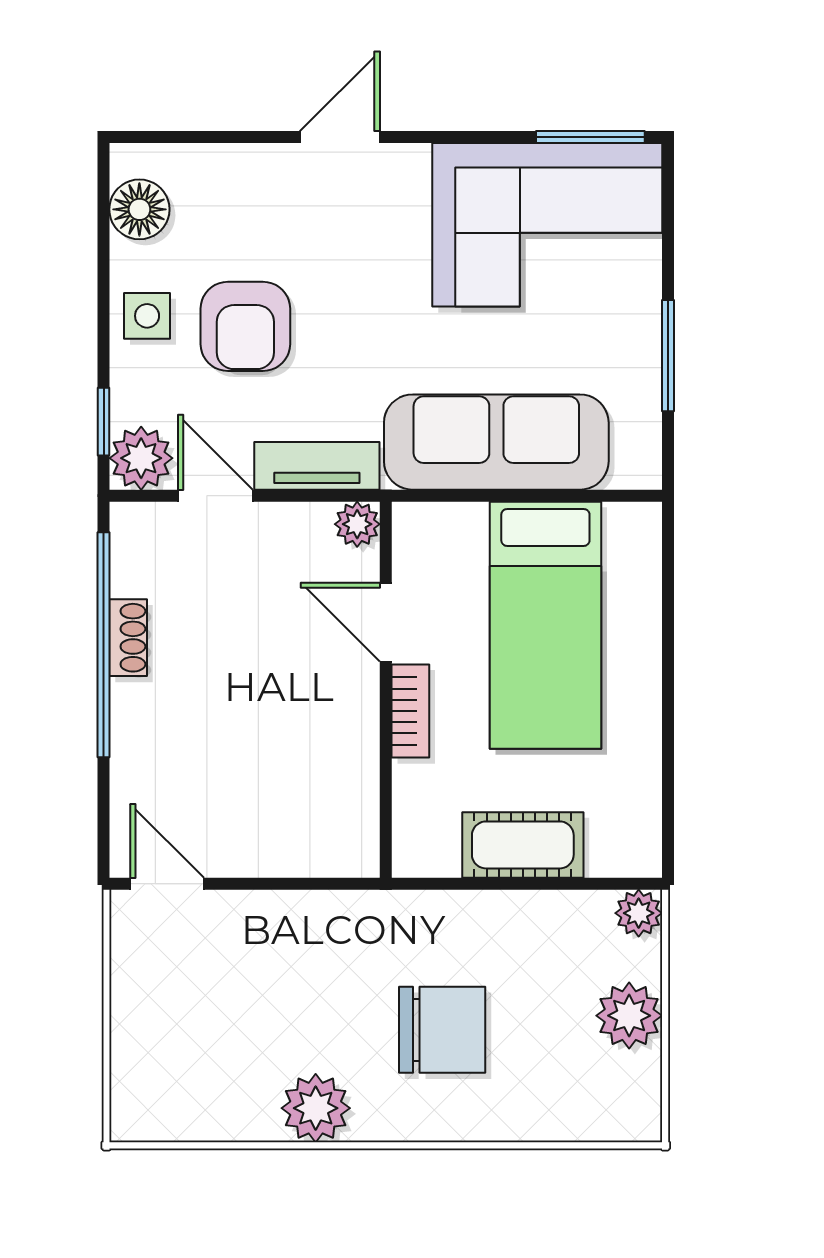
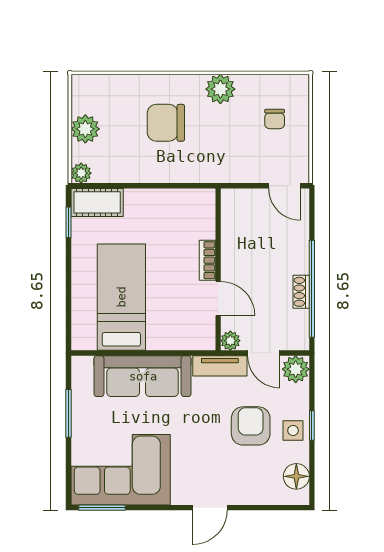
window: (104, 422) -> (312, 426), moved
plant: (357, 524) -> (230, 341), moved
door: (386, 622) -> (218, 298), moved
wall: (386, 690) -> (218, 269), moved
bookcase: (410, 711) -> (207, 260), moved
window: (668, 799) -> (69, 222), added
cot: (523, 845) -> (97, 202), moved
chair: (190, 1039) -> (275, 119), added

